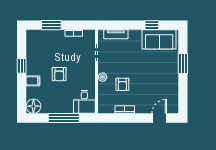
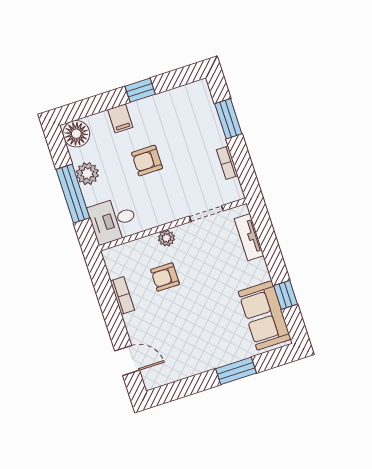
plant: (56, 107) -> (87, 174), added

